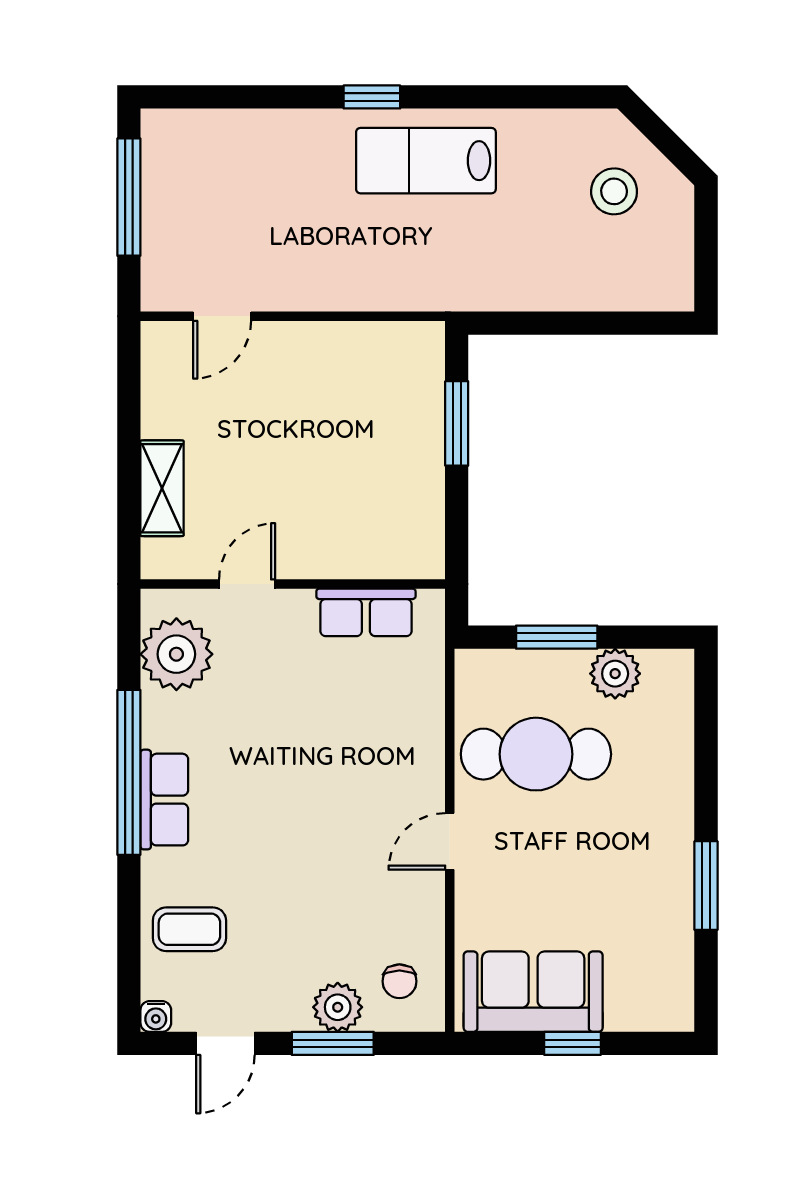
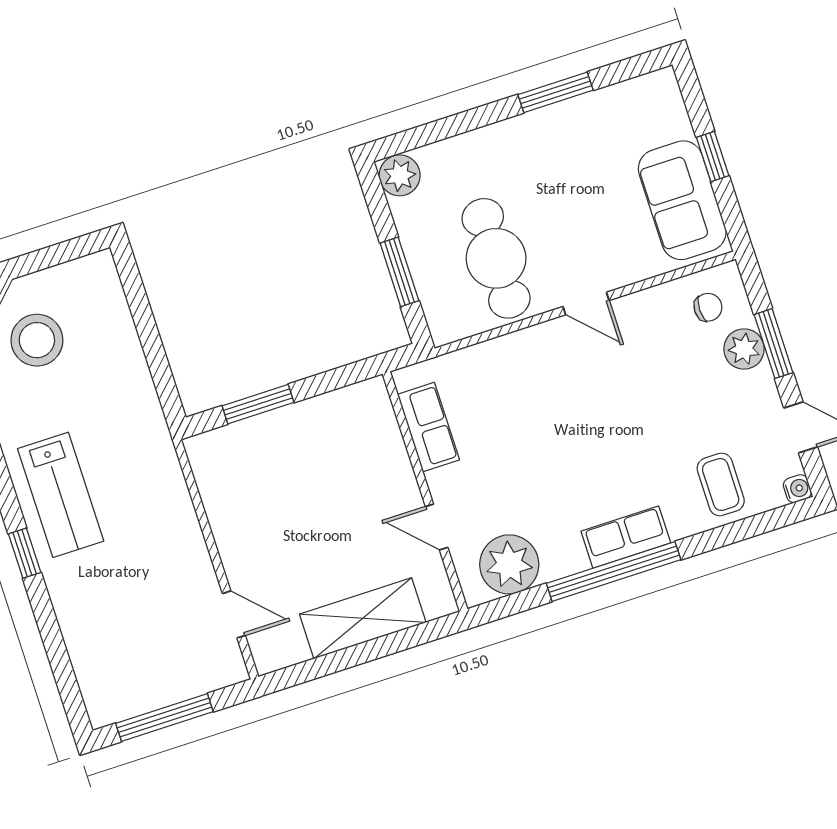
stool: (614, 191) -> (37, 340), width x1.38, depth x1.38
shelving: (162, 488) -> (363, 618), width x1.50, depth x1.33
plant: (615, 674) -> (400, 175), moved

